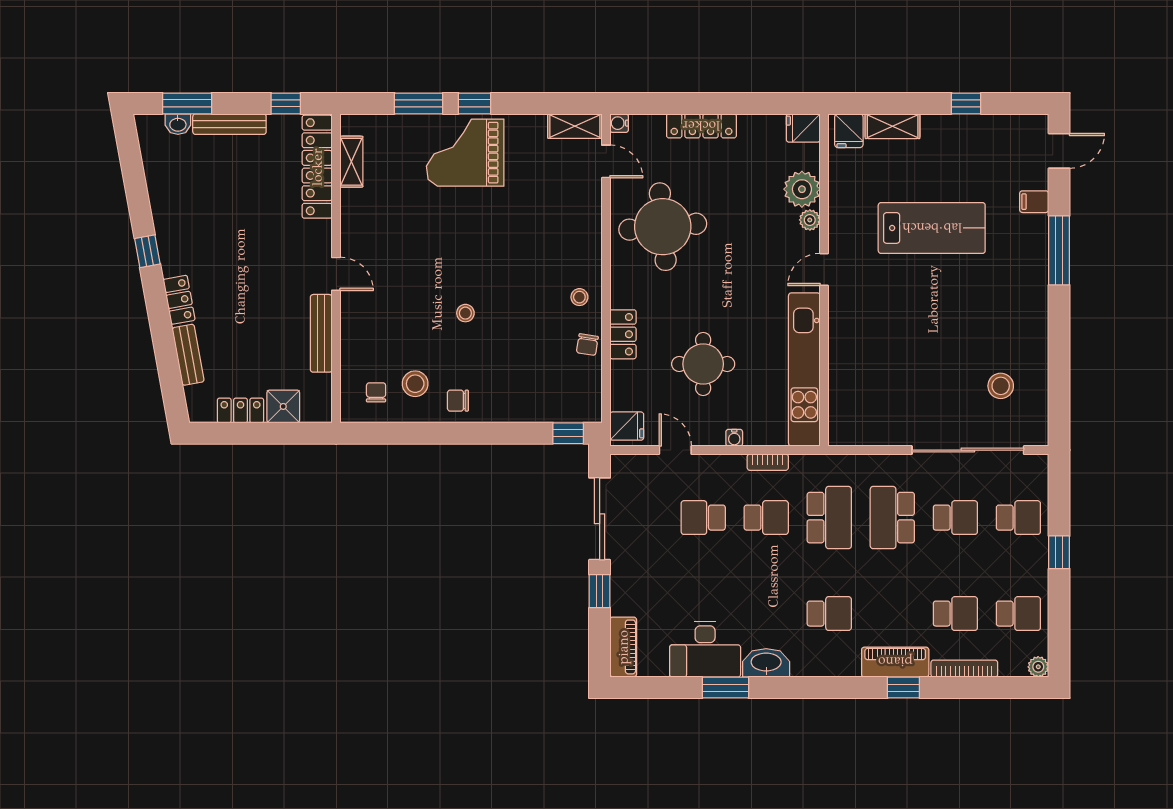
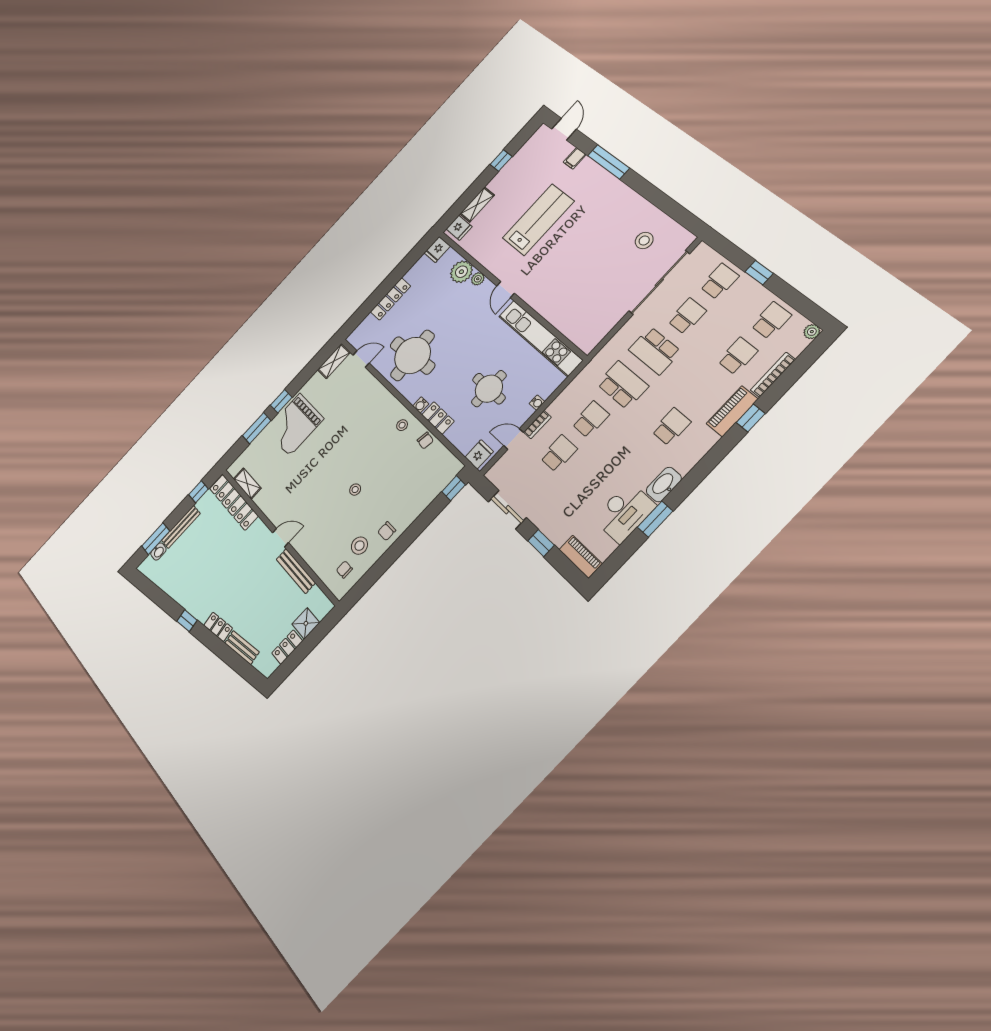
water cooler: (619, 123) -> (421, 405), moved
bookcase: (768, 462) -> (537, 425), moved
school desk: (703, 518) -> (559, 453), turned 180
sliding door: (600, 519) -> (507, 510), width x0.73

